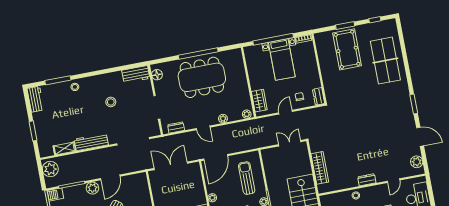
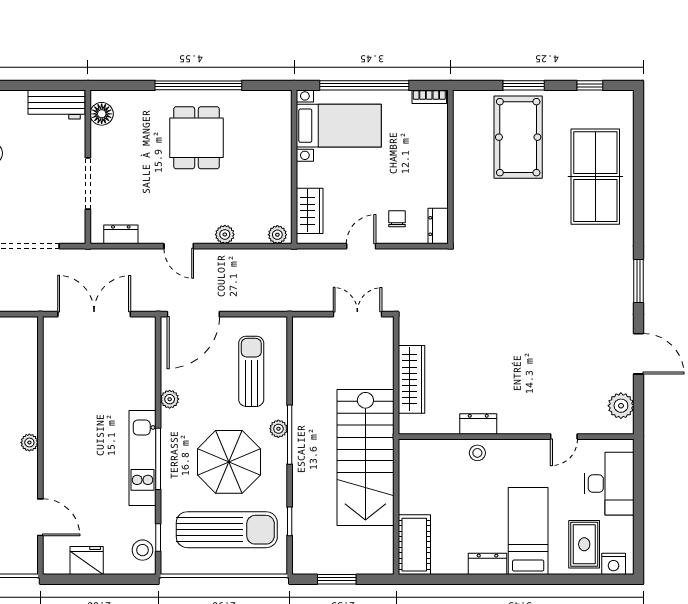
bed with nightstands: (282, 59) -> (339, 126), moved, turned -90
dining table: (202, 77) -> (196, 138), width x0.53, depth x0.80
dresser: (367, 180) -> (478, 424), moved

